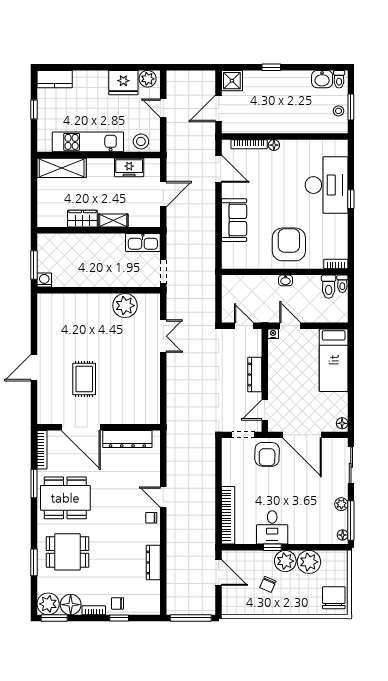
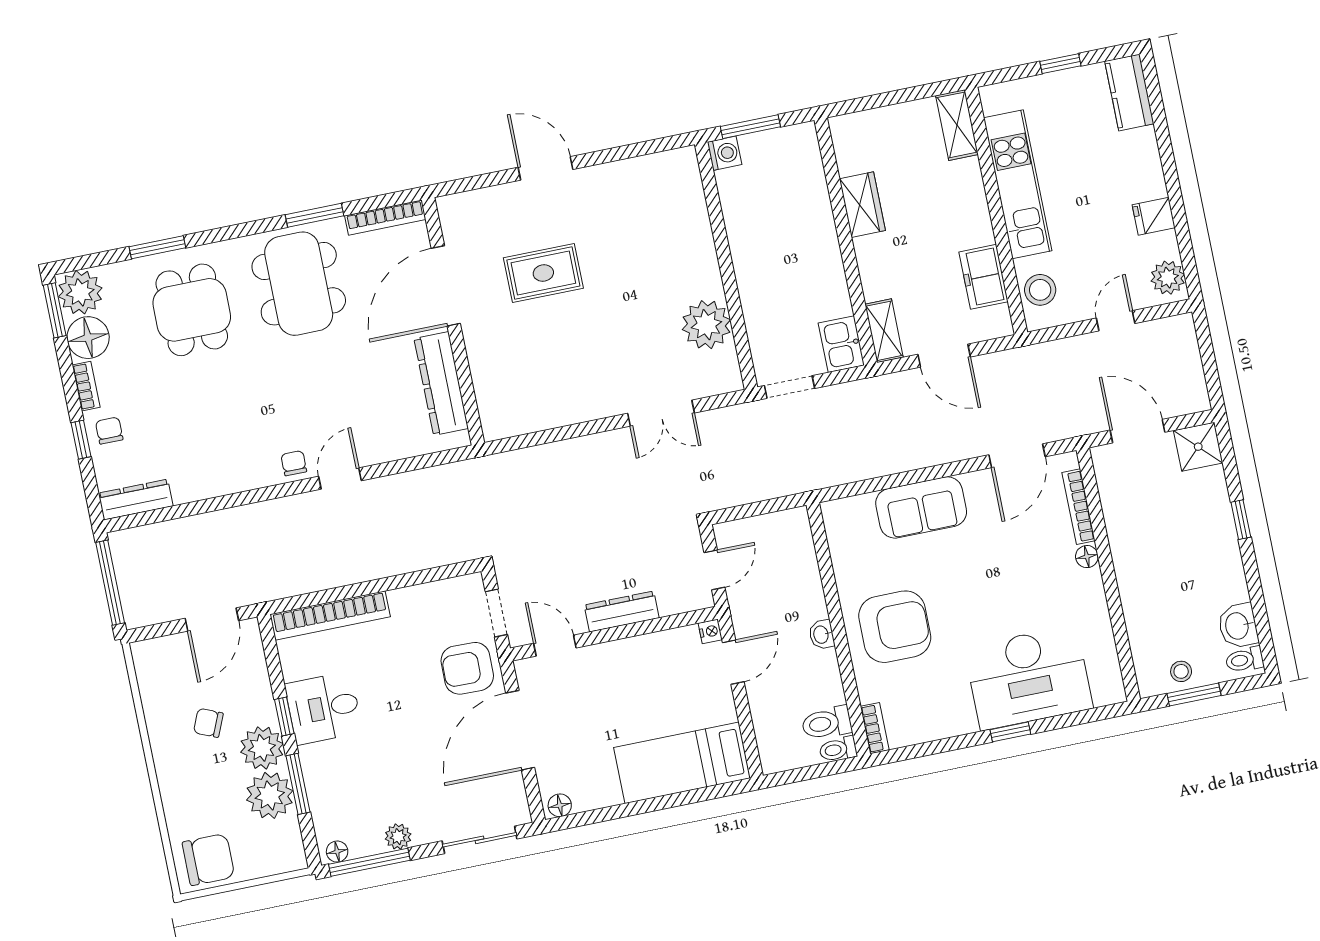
fridge: (123, 83) -> (1154, 216), width x0.53, depth x0.75
shelving: (62, 168) -> (957, 125), width x0.67, depth x0.75
shelving: (113, 221) -> (884, 331), moved
kitchen sink: (143, 242) -> (841, 344), width x0.73
window: (306, 547) -> (298, 784), added
dresser: (153, 563) -> (136, 500), moved

